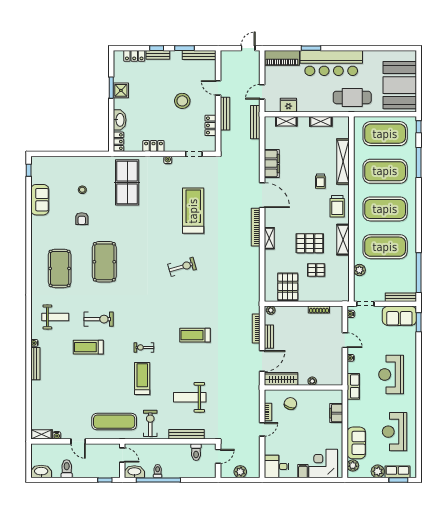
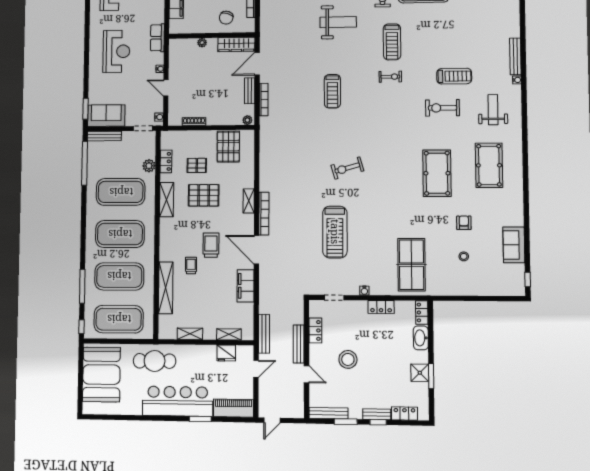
trolley: (337, 206) -> (211, 245), moved
locker: (344, 274) -> (166, 161), added
weight bench: (55, 317) -> (493, 110), turned 90
treadmill: (195, 335) -> (332, 91), turned 90

